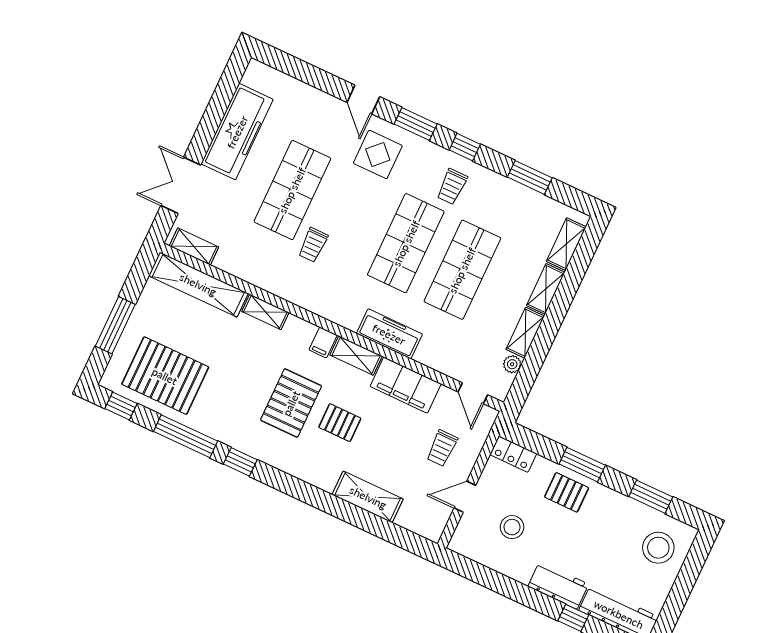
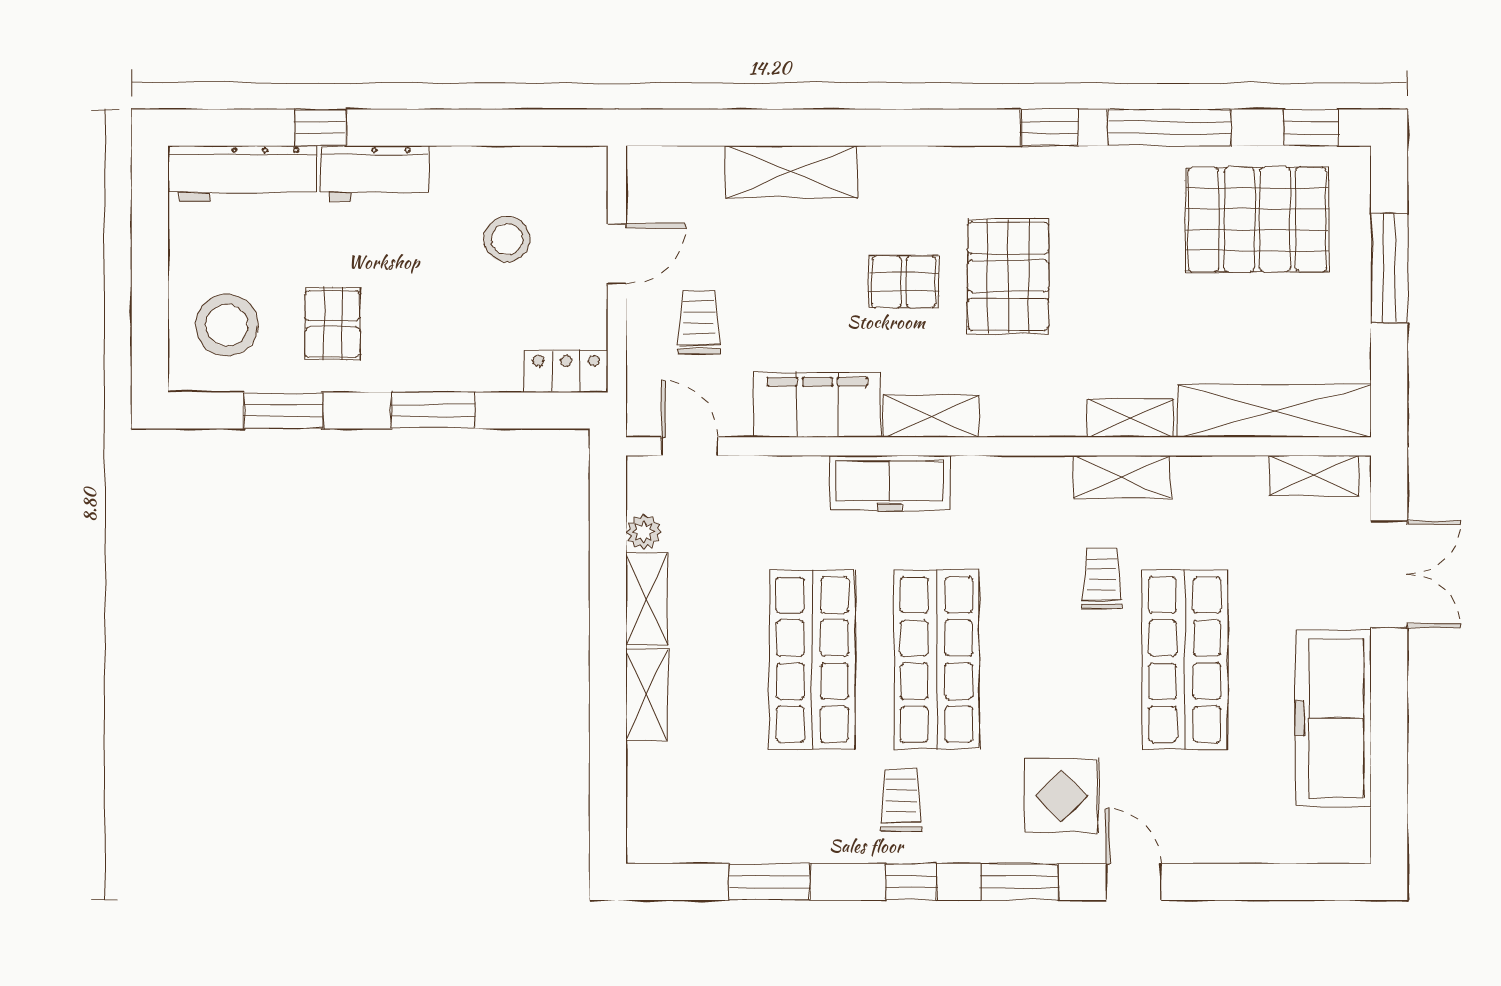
shelving: (566, 244) -> (1122, 477), moved, turned 90
filing cabinet: (323, 342) -> (1001, 412), removed
pallet: (567, 492) -> (333, 324), moved, turned 90

